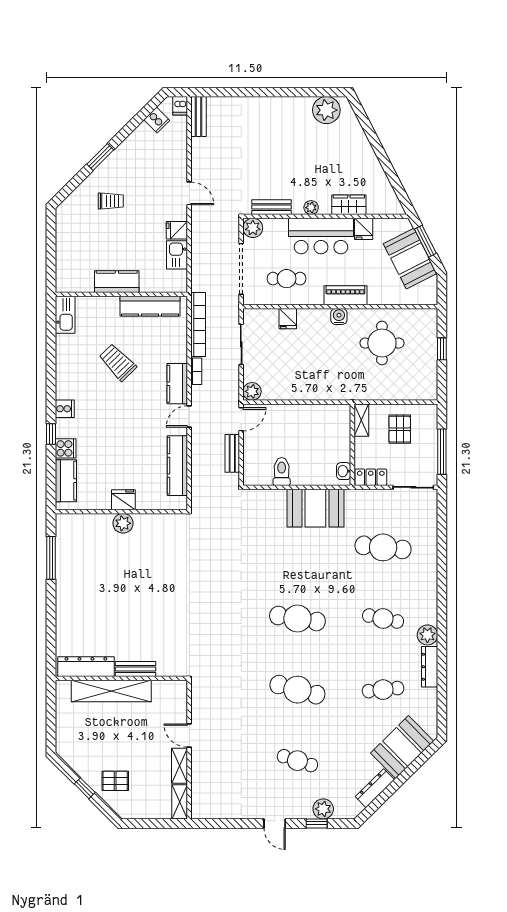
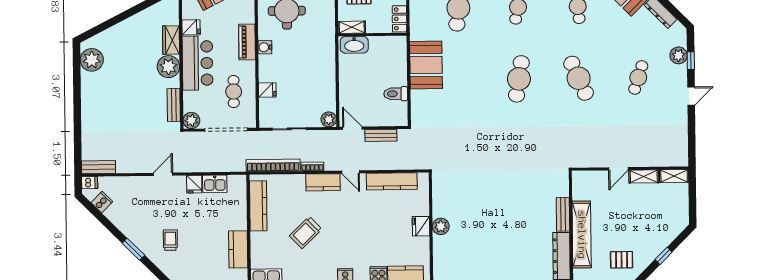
plant: (311, 208) -> (168, 67), width x1.88, depth x1.88
kitchen counter: (117, 282) -> (238, 249), moved
washbasin: (344, 471) -> (354, 45), moved, width x1.91, depth x1.45
cafe table: (297, 690) -> (579, 78), turned -39
pallet: (115, 781) -> (622, 260), moved, turned 90

